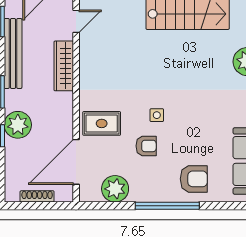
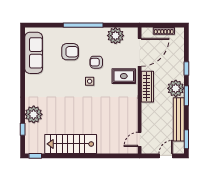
wardrobe: (64, 66) -> (147, 87), moved
plant: (18, 125) -> (176, 88), moved
armchair: (194, 179) -> (70, 52), moved, turned 180

